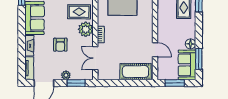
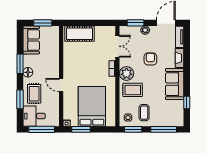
floor lamp: (190, 44) -> (28, 72), moved
door: (155, 50) -> (61, 85), moved
window: (199, 59) -> (20, 64), moved

